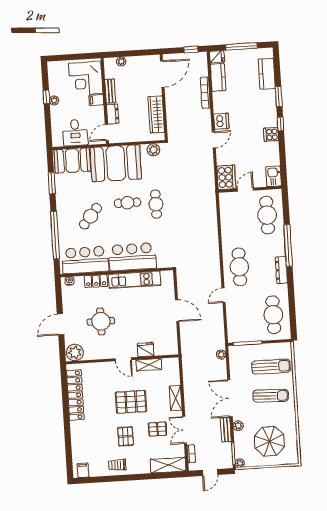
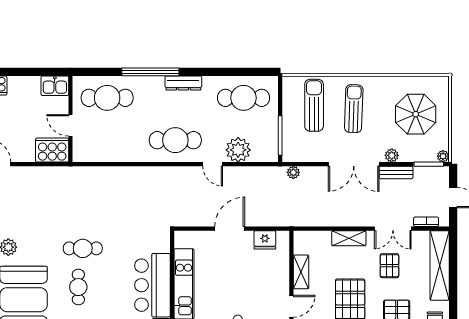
plant: (235, 313) -> (238, 150), added
fridge: (146, 350) -> (265, 240), moved, turned -90
shelving: (168, 465) -> (440, 265), width x1.47

